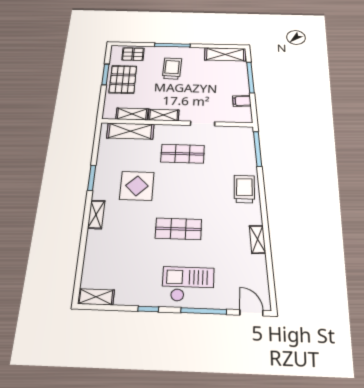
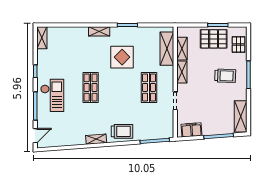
filing cabinet: (242, 101) -> (191, 130), width x2.00
shelving: (257, 239) -> (96, 139), moved

